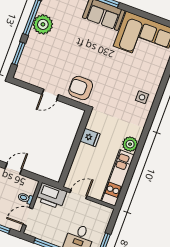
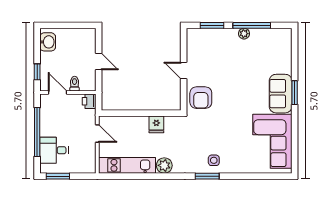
plant: (43, 24) -> (244, 34), width x0.53, depth x0.53
armchair: (81, 88) -> (201, 98), turned 180
window: (154, 109) -> (207, 176), added
printer: (51, 196) -> (89, 101), width x0.53, depth x0.68

